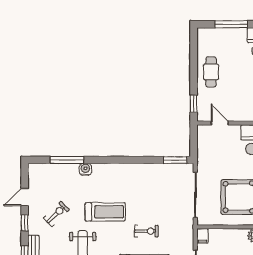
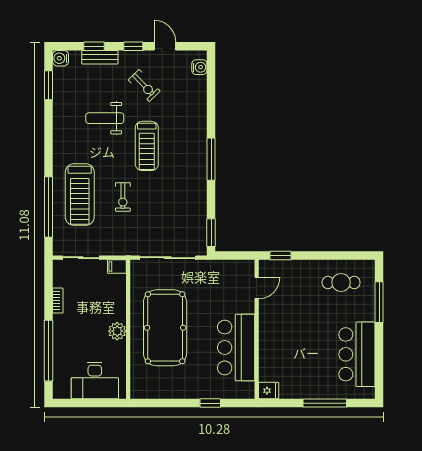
cafe table: (211, 72) -> (341, 282), moved
window: (67, 160) -> (211, 159), moved
water cooler: (85, 169) -> (199, 67), moved

